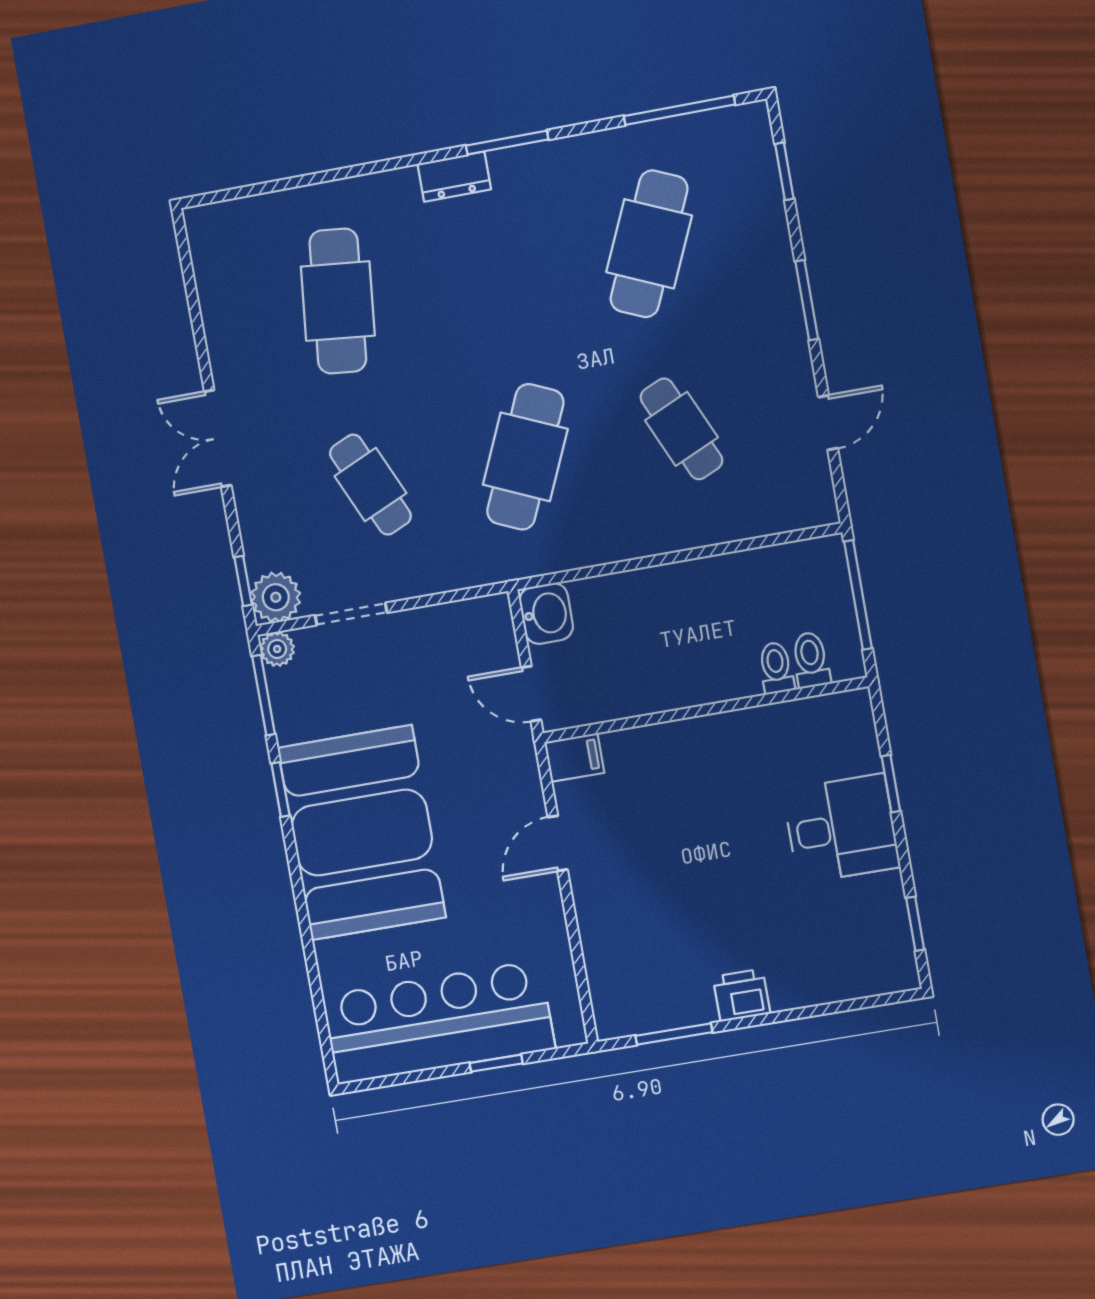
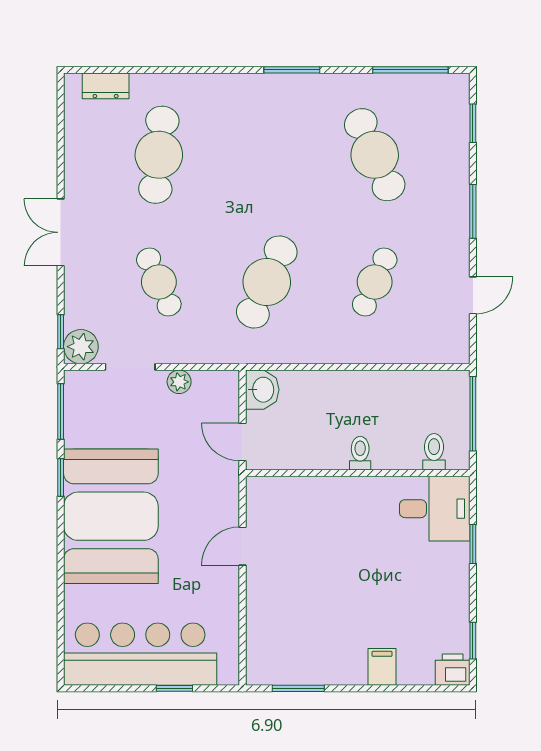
dresser: (454, 177) -> (106, 86), moved
cafe table: (649, 244) -> (375, 155), turned -48
cafe table: (681, 429) -> (375, 282), turned 48
plant: (277, 649) -> (179, 382), moved
toilet: (776, 668) -> (360, 453), moved
filing cabinet: (574, 757) -> (382, 667), moved, turned -90
desk: (841, 829) -> (435, 509), moved
printer: (742, 995) -> (453, 670), moved

